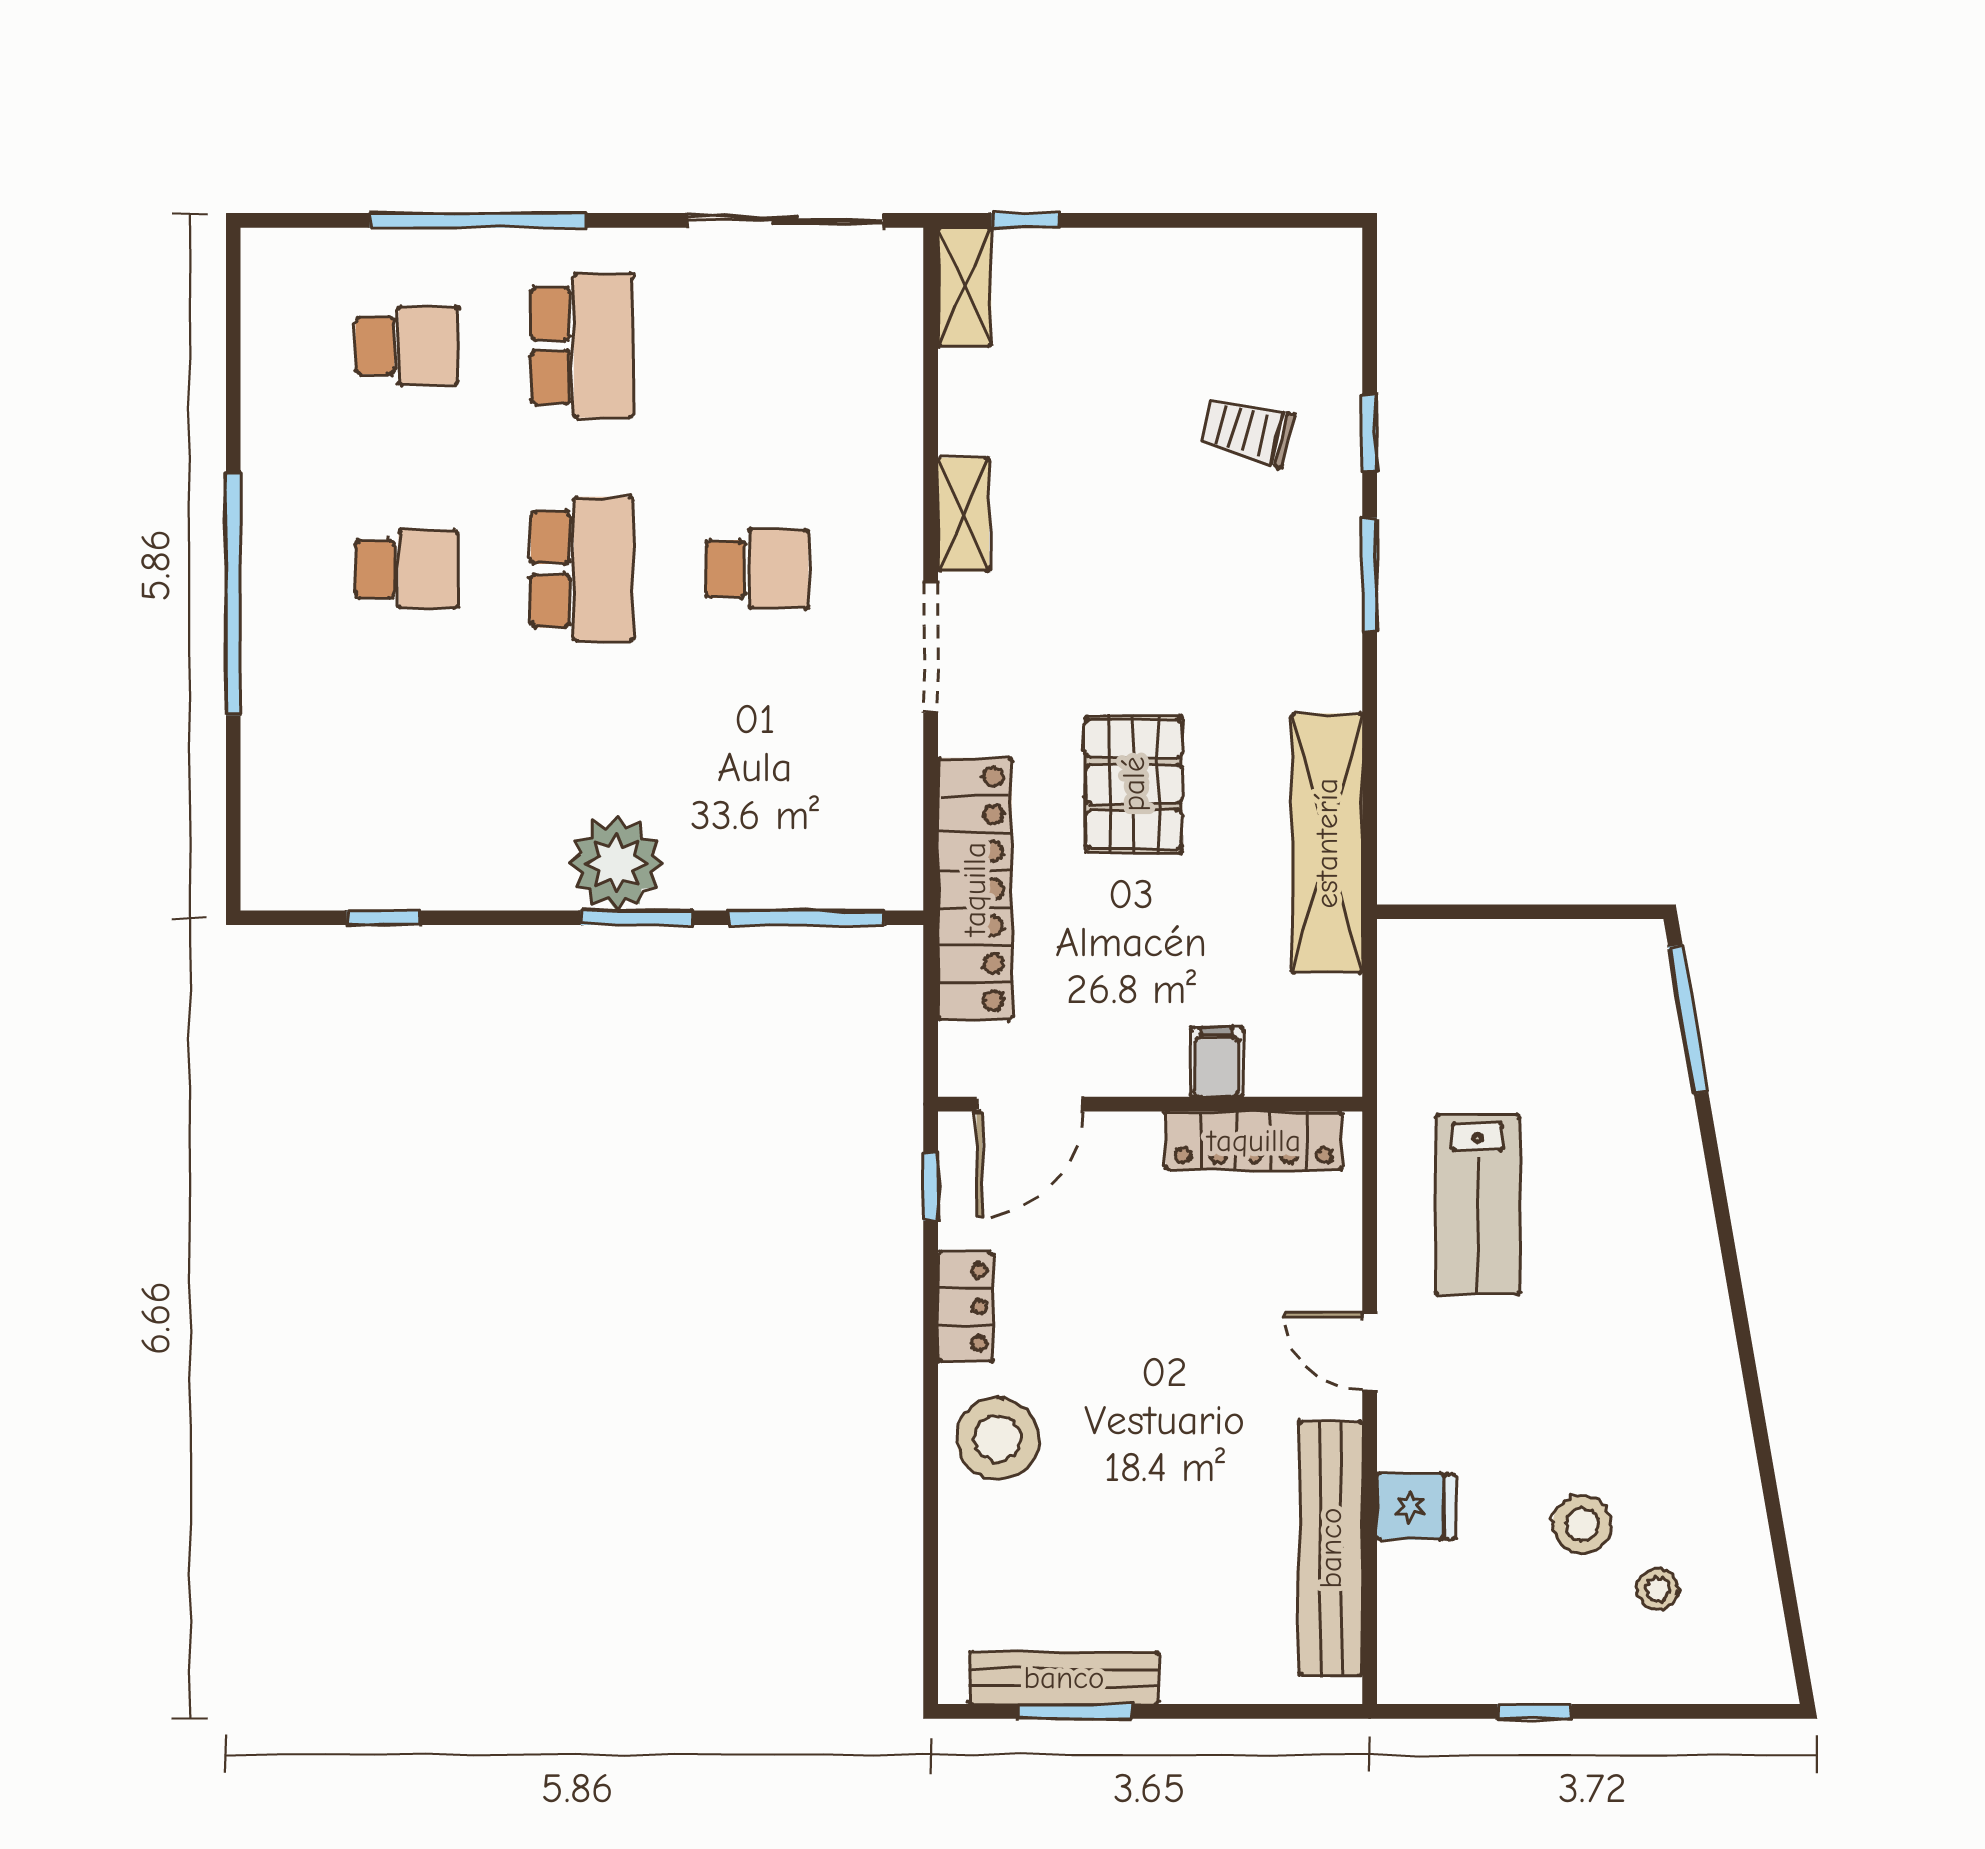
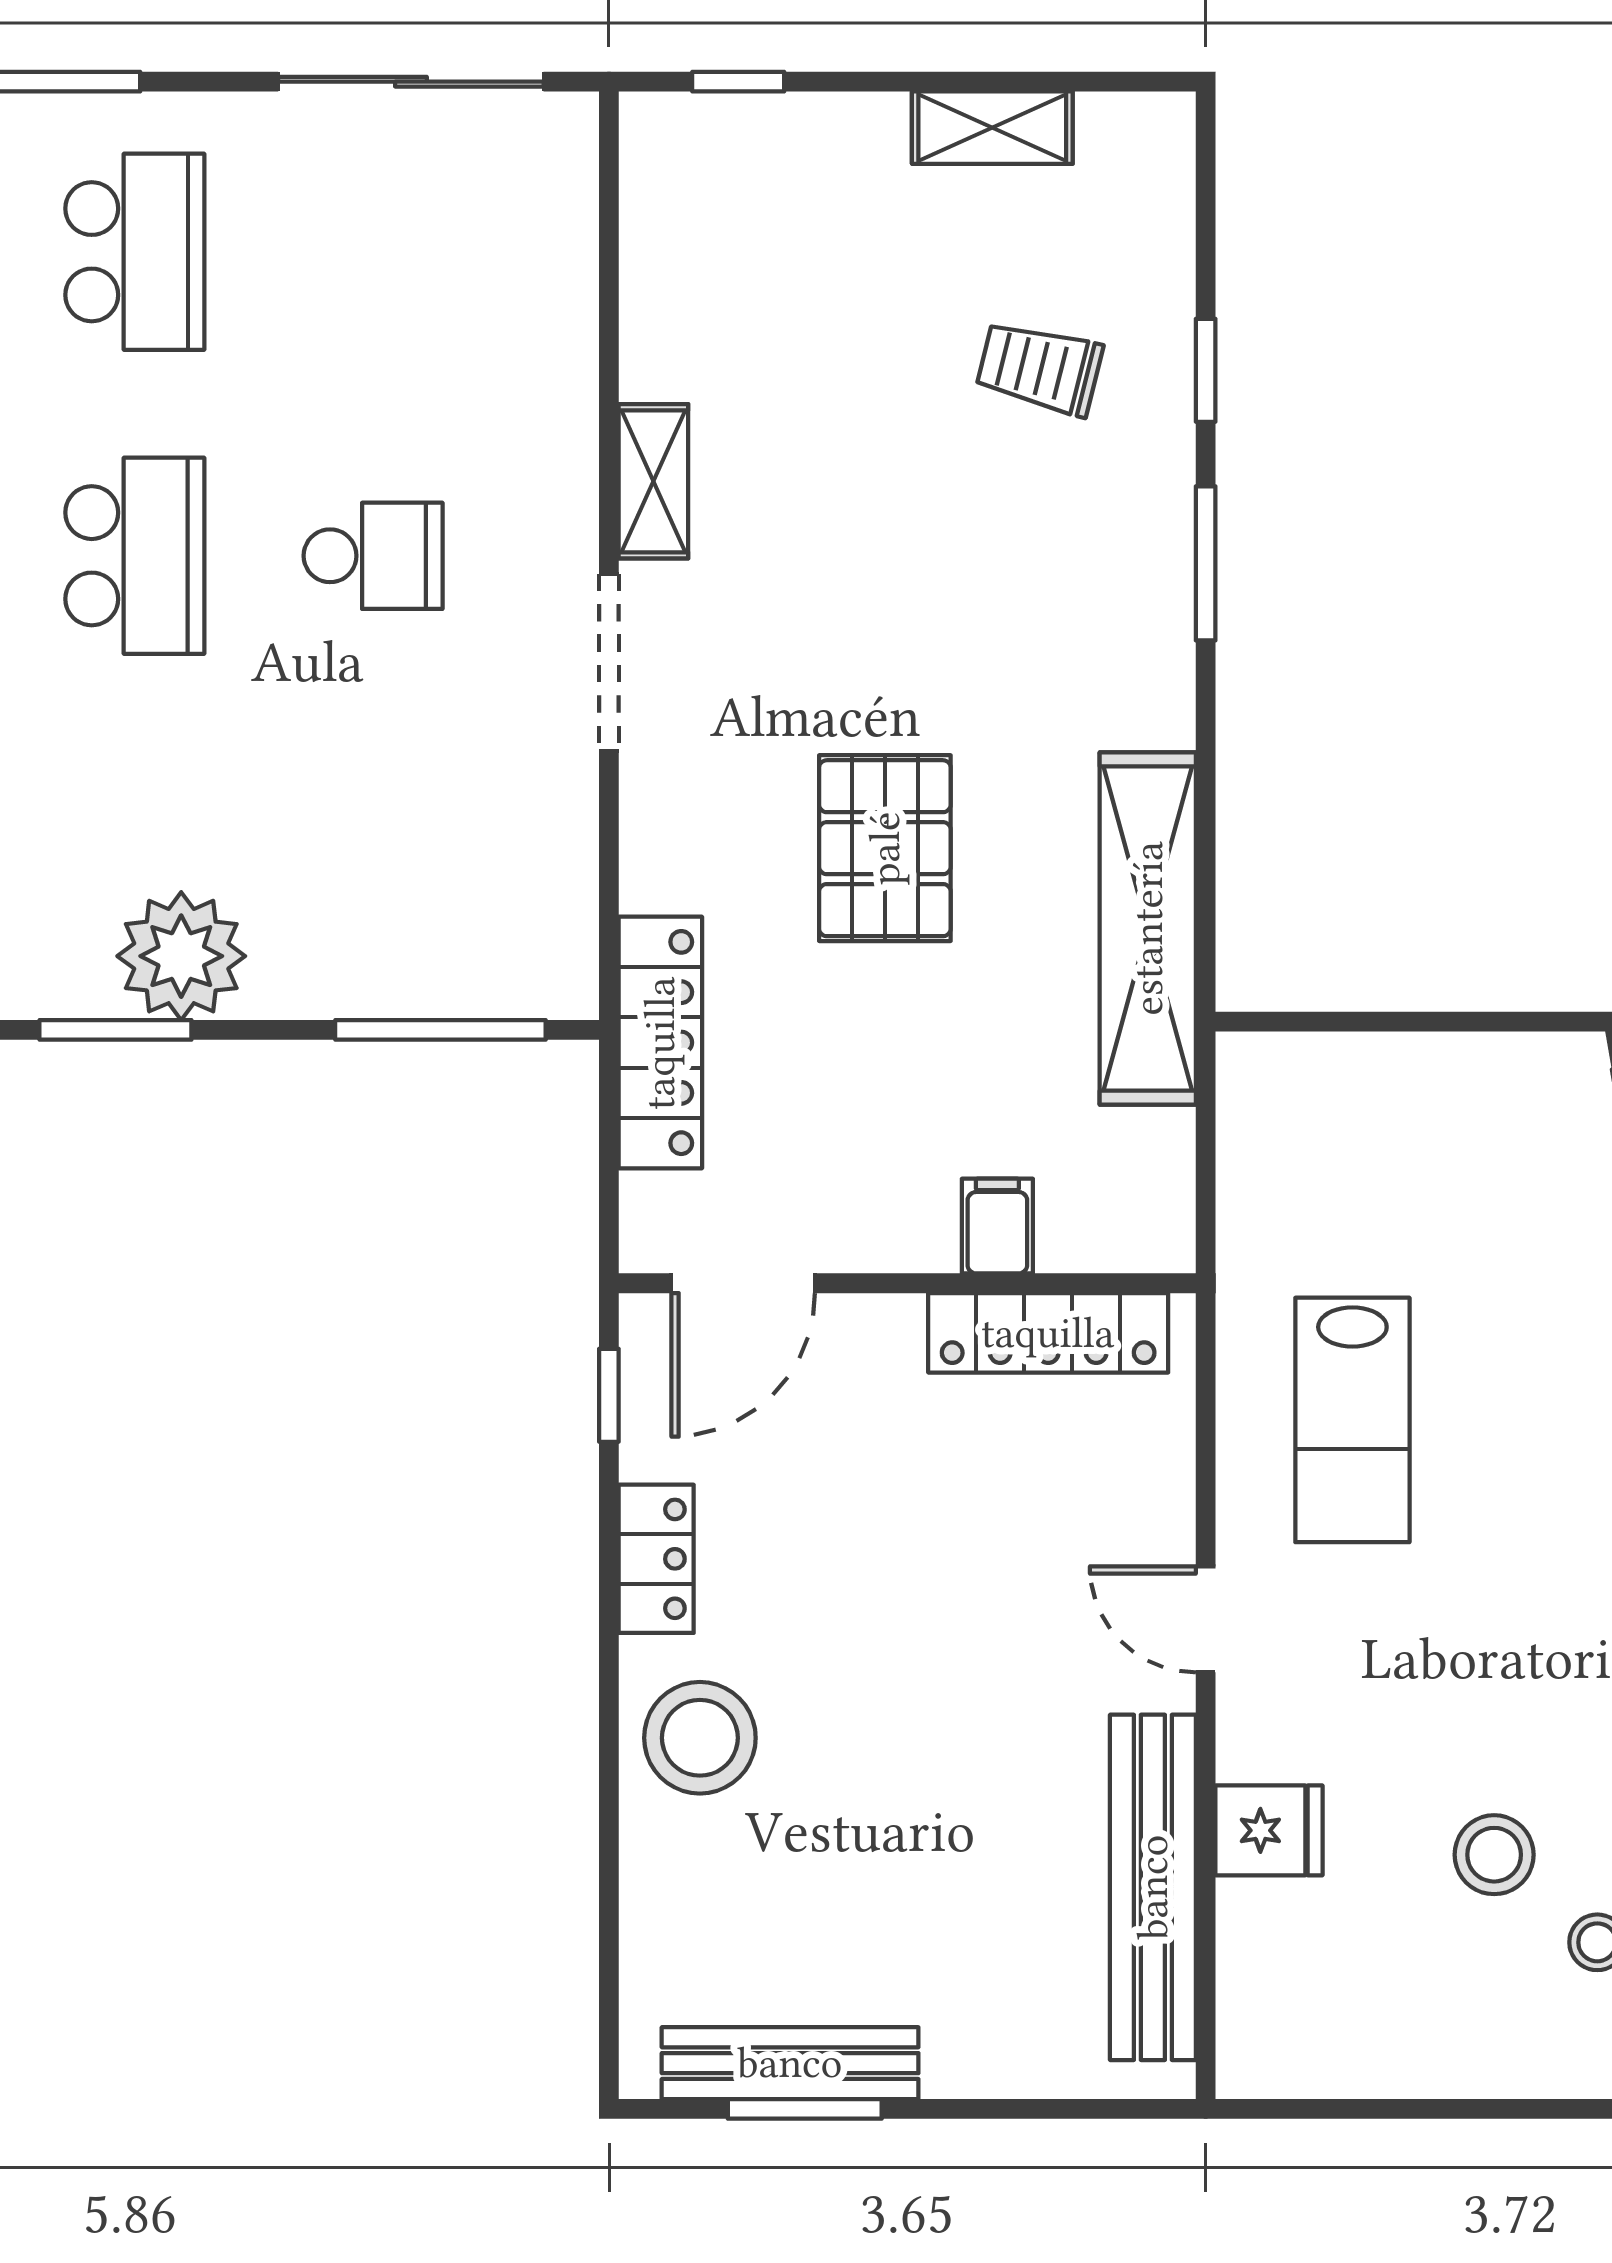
shelving: (964, 287) -> (992, 128), moved, turned 90
locker: (975, 889) -> (660, 1043), width x0.71, depth x0.83
window: (637, 918) -> (115, 1030), moved
window: (1534, 1711) -> (1430, 2109), removed

